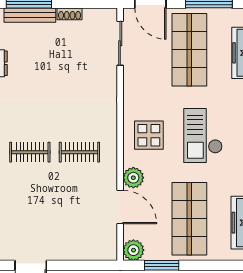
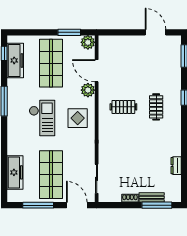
bench: (30, 15) -> (152, 197), width x0.73
clothes rail: (30, 152) -> (156, 107), turned 90

